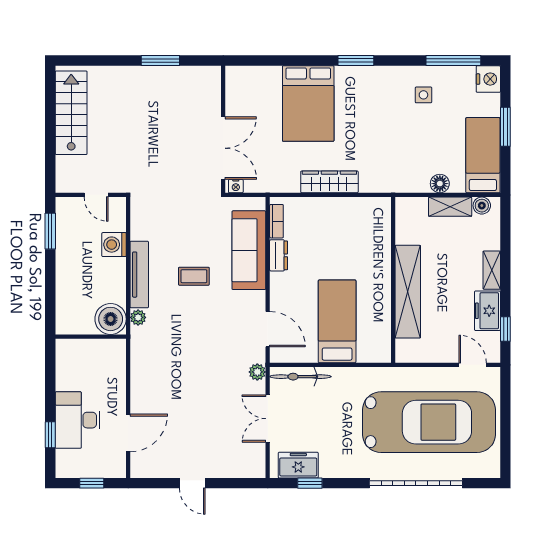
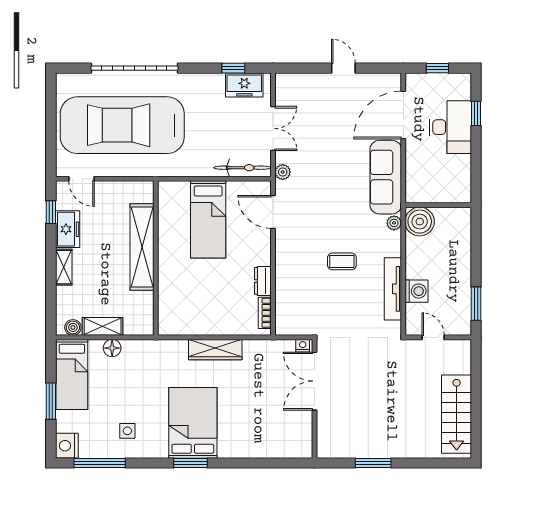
bed: (308, 103) -> (193, 423), moved
sofa: (249, 250) -> (386, 177), moved, turned 180
tv unit: (139, 275) -> (393, 289), moved
door: (128, 433) -> (403, 115), width x1.36

